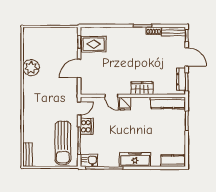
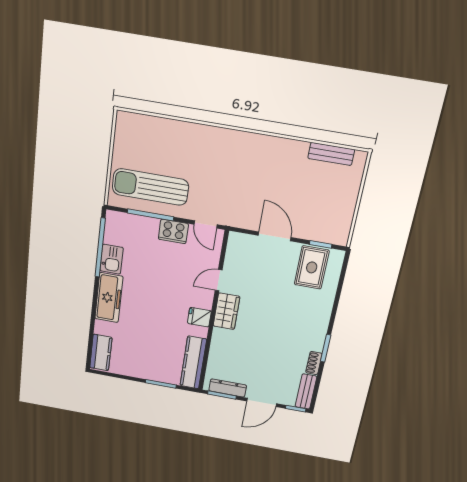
plant: (31, 68) -> (292, 154), removed
wardrobe: (142, 88) -> (226, 311), moved
fridge: (125, 104) -> (199, 317), moved
bench: (28, 155) -> (331, 154), moved
kitchen sink: (89, 160) -> (112, 259), moved

